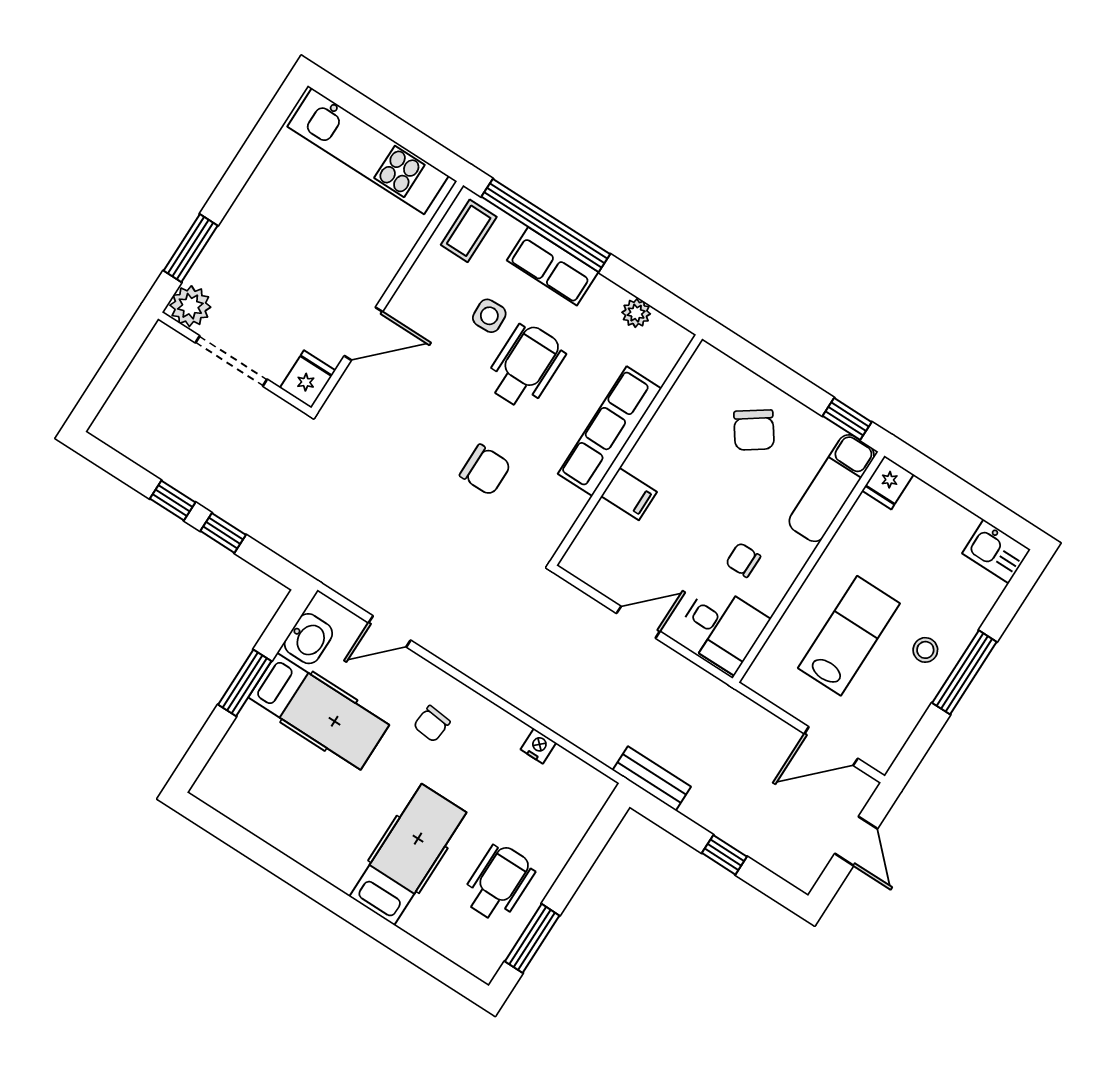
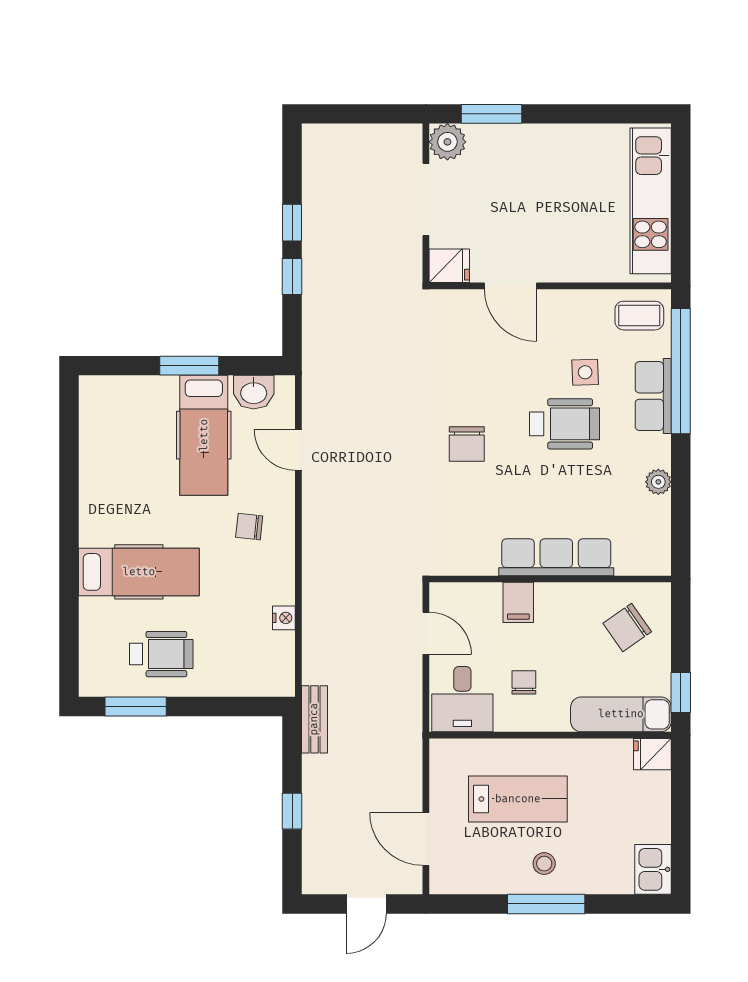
row of seats: (610, 431) -> (556, 557), moved
wall: (626, 450) -> (550, 579), moved
filing cabinet: (629, 494) -> (518, 602), moved

